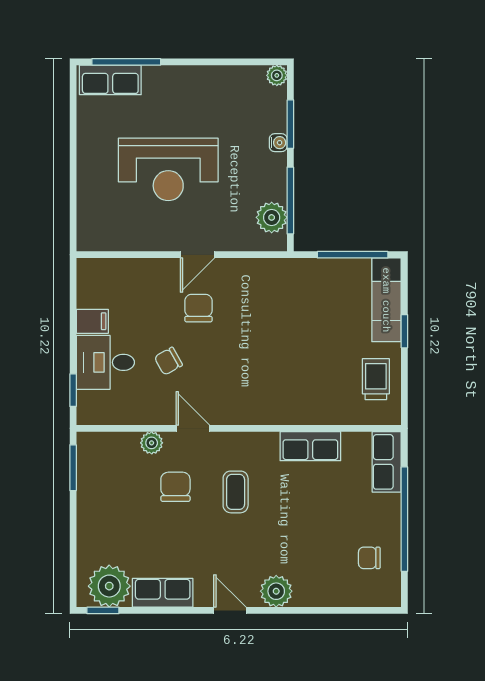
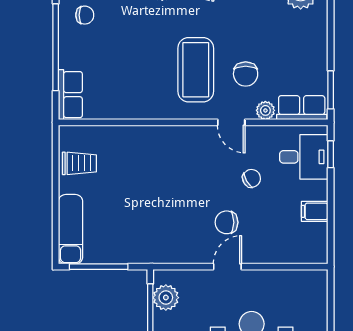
chair: (198, 308) -> (227, 222), turned 90
window: (404, 331) -> (56, 203), removed
desk: (105, 362) -> (304, 157), moved
trolley: (376, 379) -> (79, 163), turned -90
row of seats: (310, 446) -> (302, 108), moved
coffee table: (236, 492) -> (196, 70), width x1.86, depth x1.72

